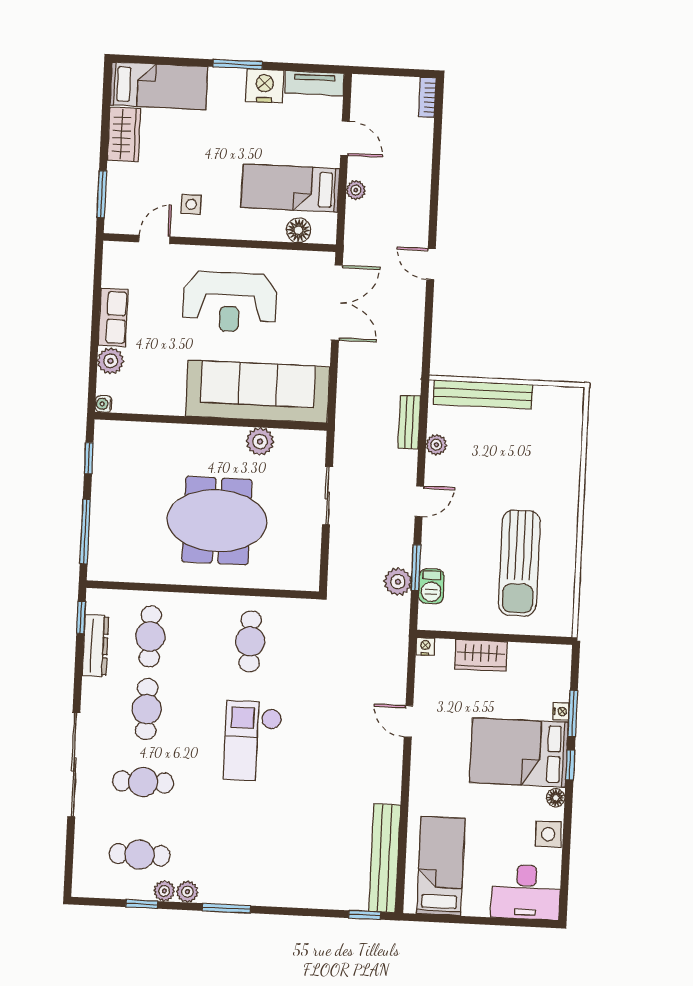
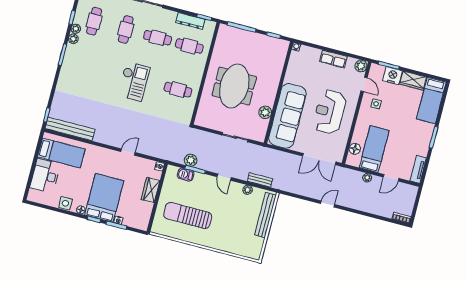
nightstand: (265, 86) -> (393, 76), moved, turned -90
plant: (111, 361) -> (361, 66), moved
checkout: (253, 741) -> (134, 82), turned 90
desk: (526, 892) -> (45, 176), moved

